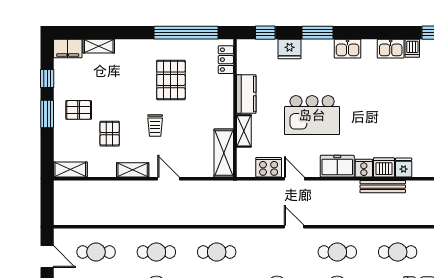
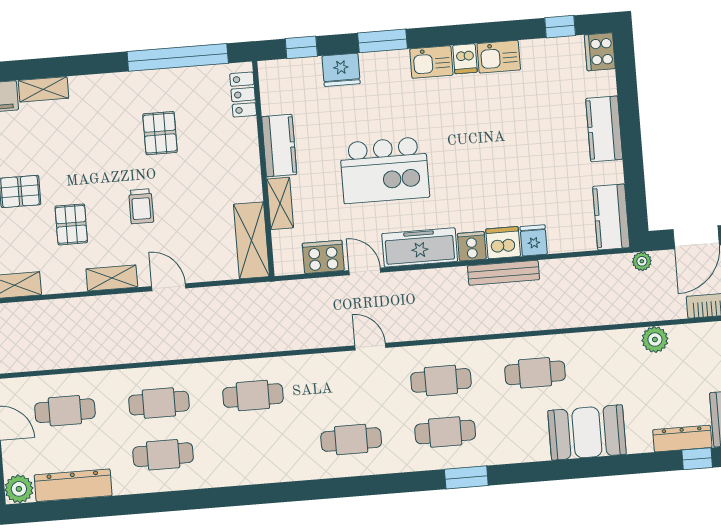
dishwasher: (412, 48) -> (465, 59), moved
pallet: (171, 80) -> (160, 133), width x0.67, depth x0.71
freezer: (337, 166) -> (420, 247), width x1.40

